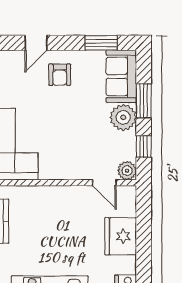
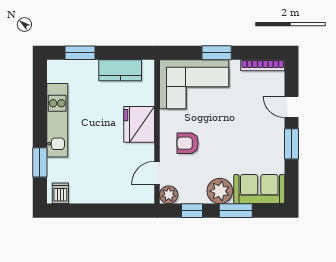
window: (101, 43) -> (292, 144), moved
armchair: (60, 75) -> (188, 143), moved
fridge: (121, 236) -> (139, 124), moved, turned -90

